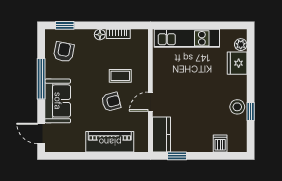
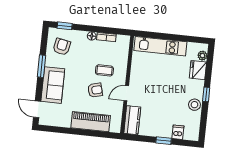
window: (41, 79) -> (42, 66), width x0.69
window: (251, 111) -> (206, 94), moved
window: (177, 156) -> (164, 141), moved

